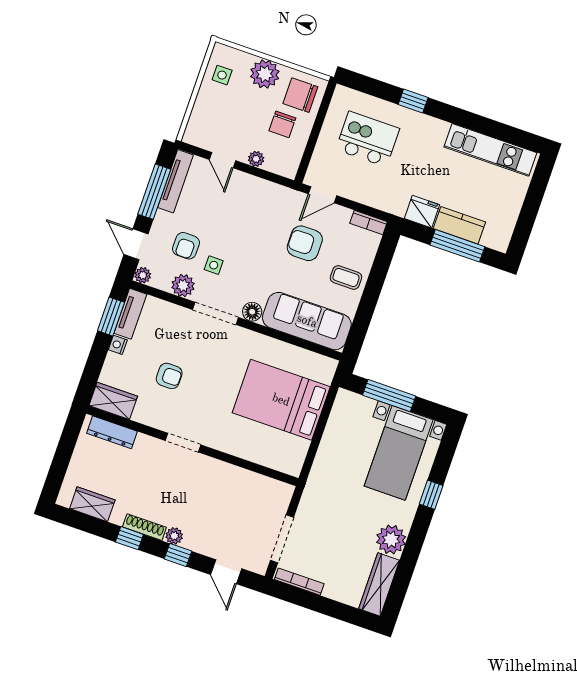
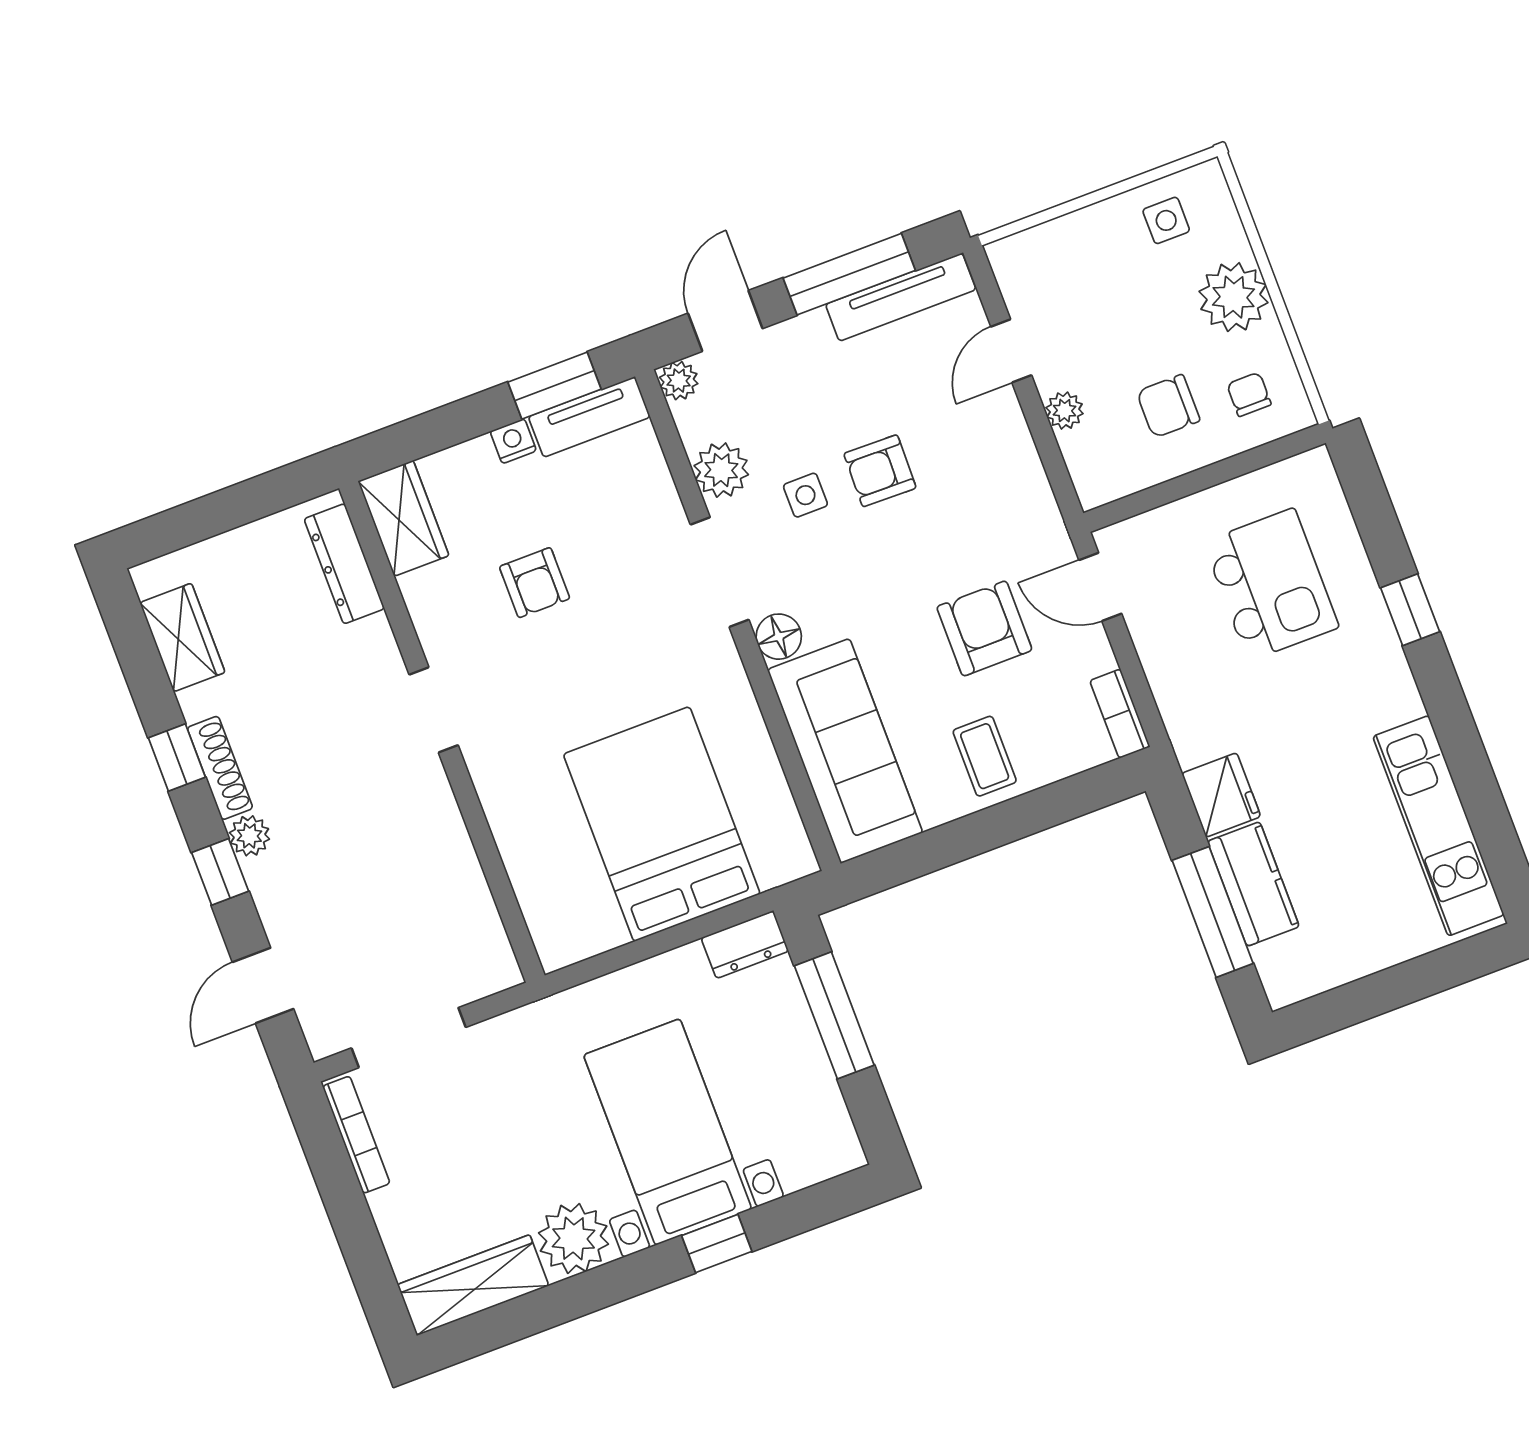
chair: (300, 95) -> (1249, 394), width x0.54, depth x0.54
armchair: (186, 246) -> (880, 471), moved
dresser: (342, 405) -> (745, 945), added
bed with nightstands: (399, 453) -> (668, 1132), moved, turned 90

